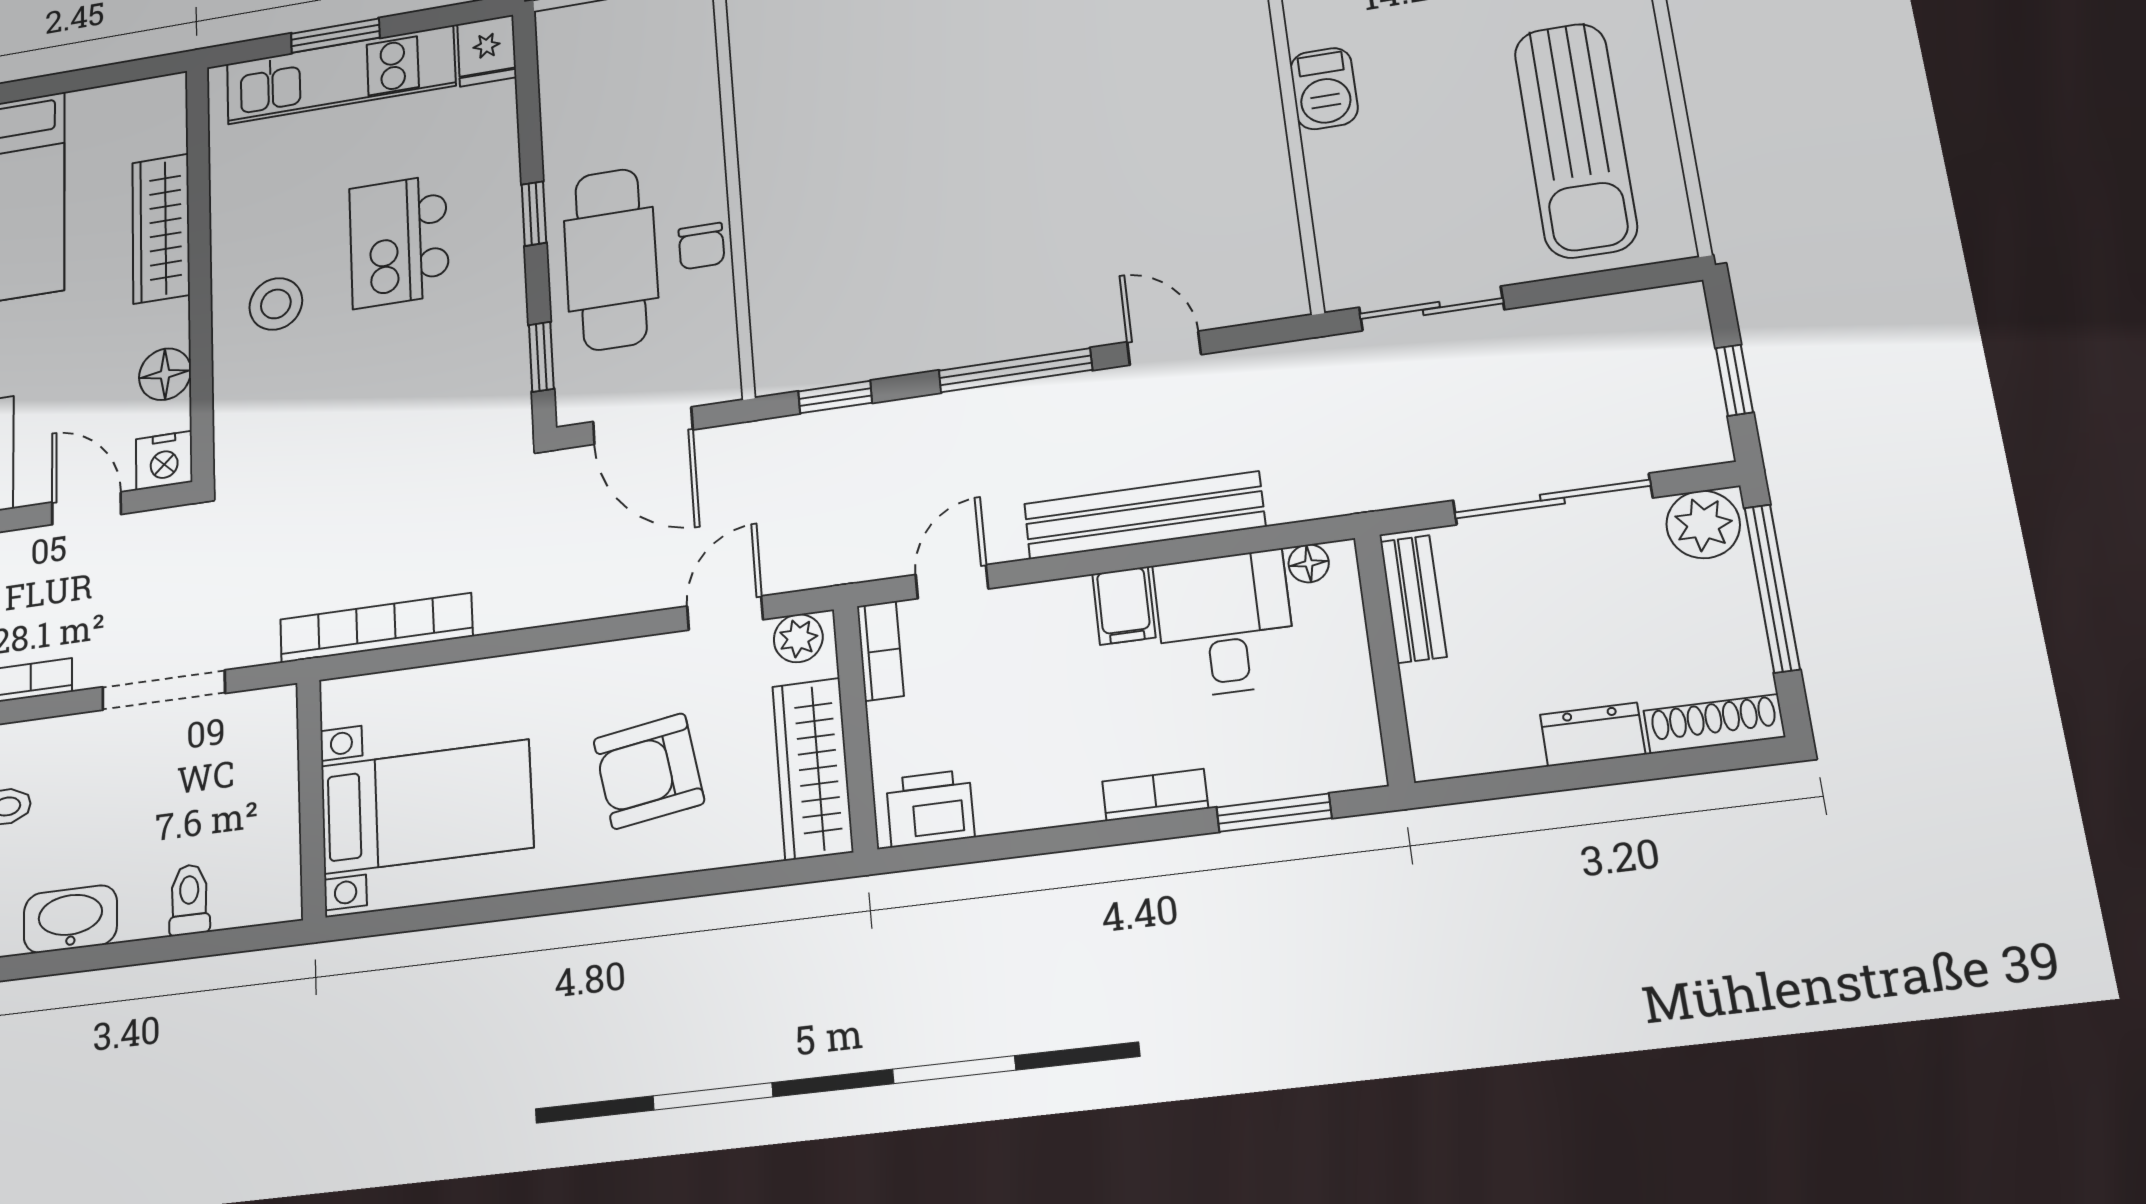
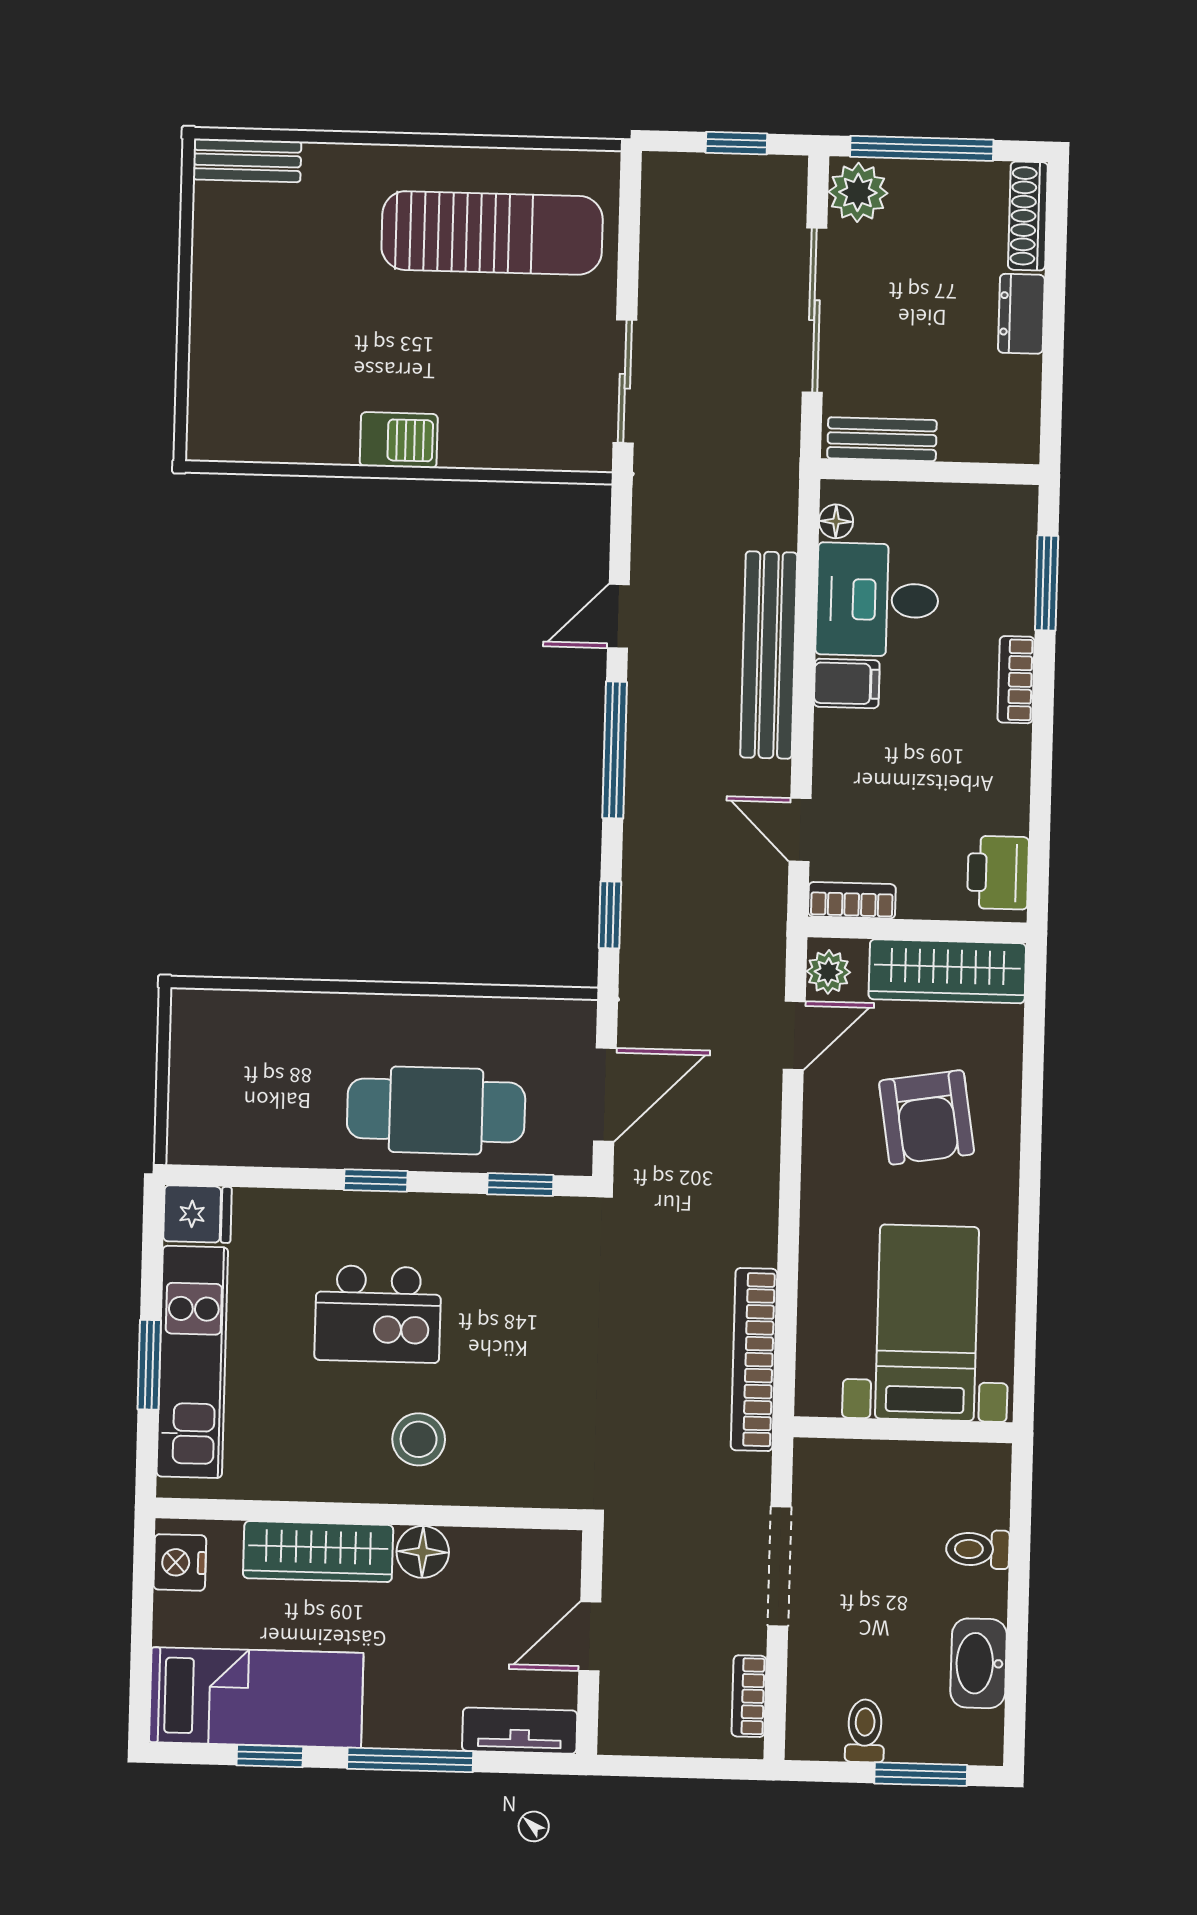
chair: (701, 246) -> (440, 1024), removed
floor lamp: (165, 374) -> (423, 1552), moved
nightstand: (164, 460) -> (180, 1562), moved, turned 180
door: (725, 613) -> (794, 1035), swing flipped

